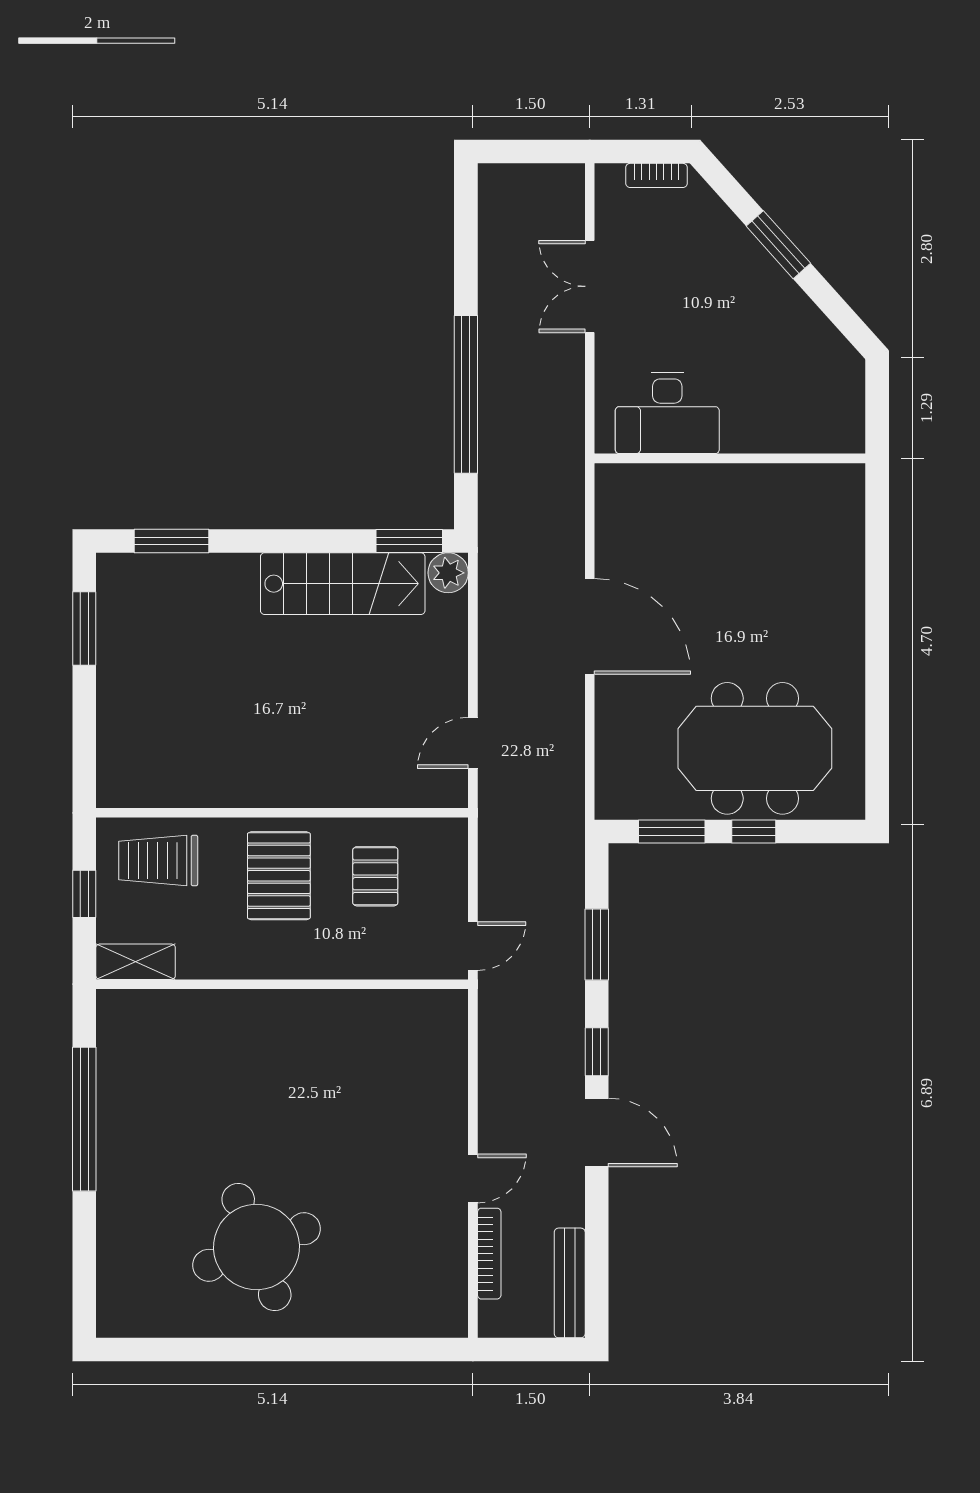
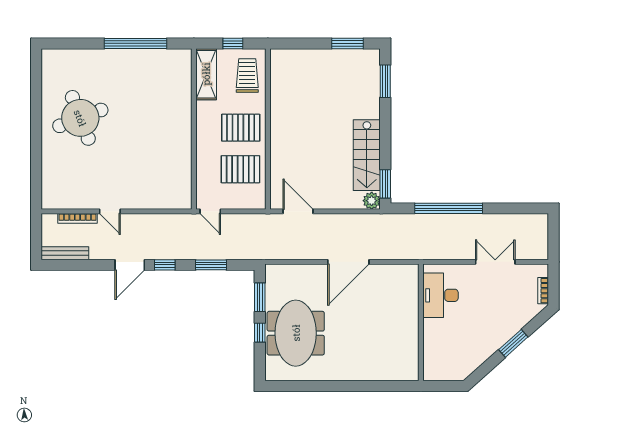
door: (473, 743) -> (298, 211), width x1.38
pallet: (375, 876) -> (240, 169), width x1.50, depth x1.42
shelving: (136, 962) -> (206, 74), width x1.50, depth x1.33

